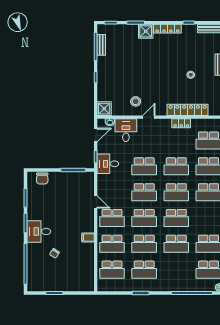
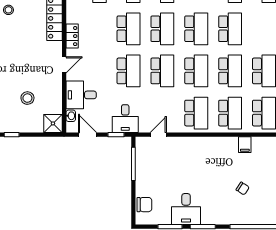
stool: (136, 101) -> (27, 98), moved
door: (149, 117) -> (64, 65), swing flipped
locker: (181, 123) -> (72, 36), moved
door: (96, 202) -> (158, 135), moved
desk: (39, 231) -> (186, 209), moved
filing cabinet: (88, 238) -> (245, 145), moved

